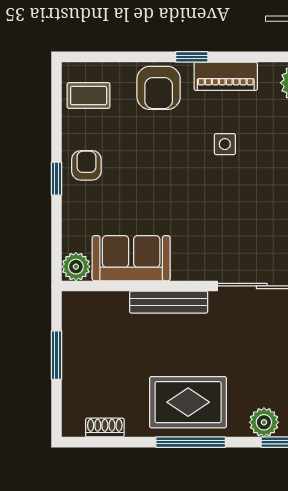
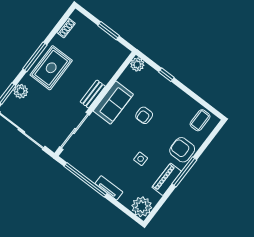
window: (192, 57) -> (184, 172), width x2.17
armchair: (86, 165) -> (144, 115), moved, turned 90
window: (57, 179) -> (166, 75), moved
sofa: (131, 258) -> (113, 103), moved
bench: (169, 302) -> (93, 94), width x0.73

